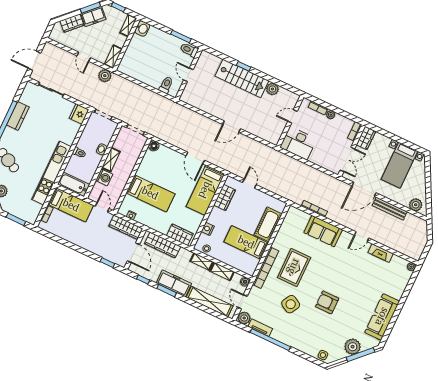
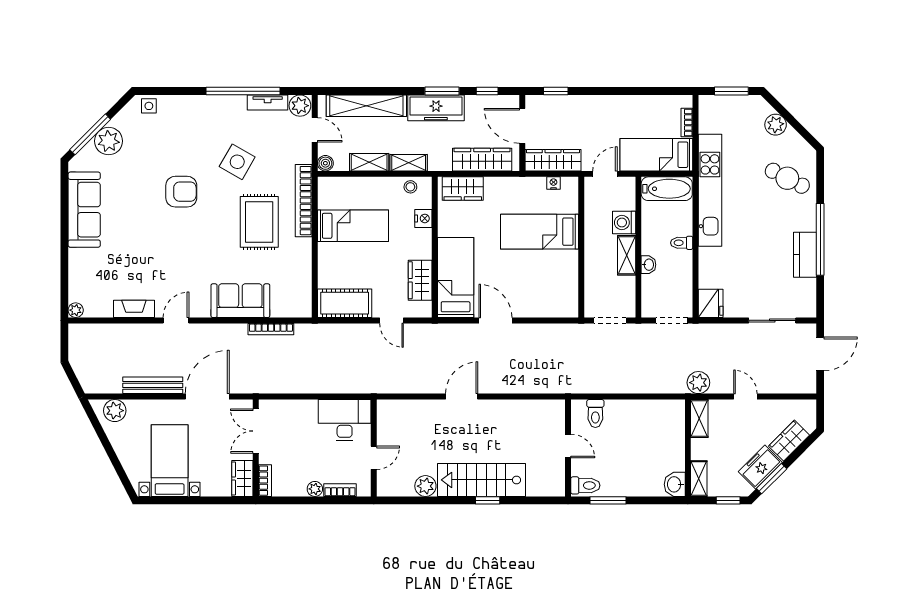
floor lamp: (154, 146) -> (570, 309), removed
door: (102, 207) -> (605, 174), swing flipped
cot: (268, 224) -> (345, 303), moved, turned 90

